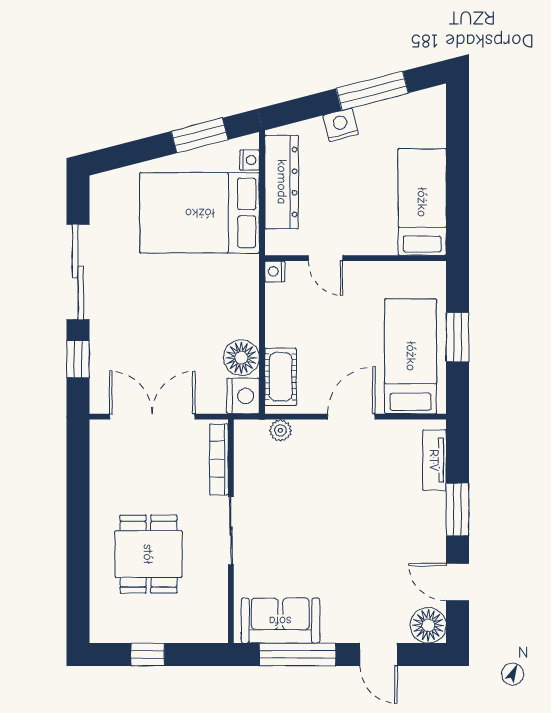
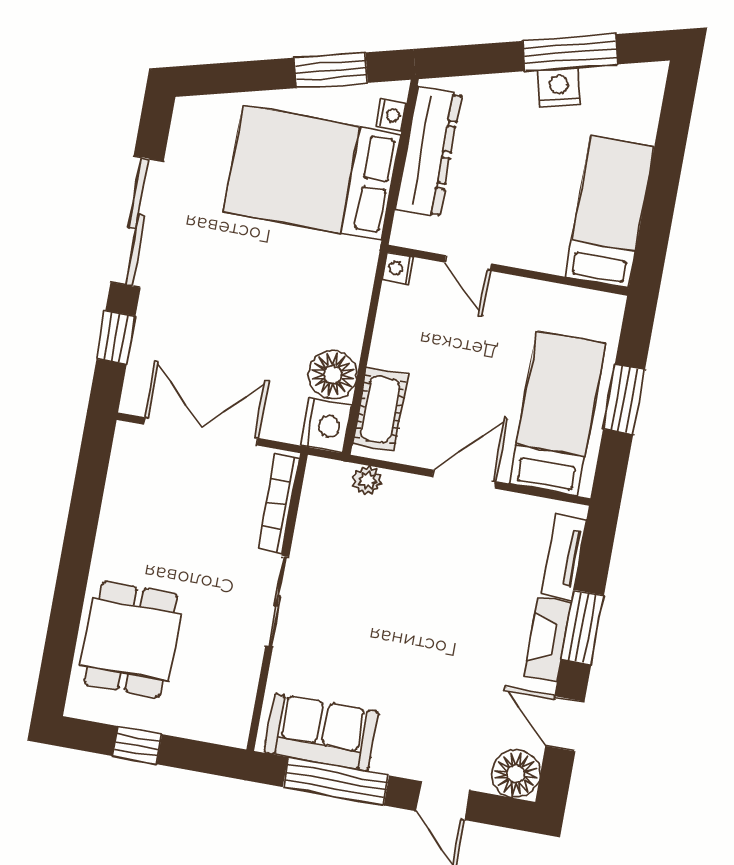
nightstand: (341, 125) -> (559, 87), moved
fireplace: (433, 523) -> (547, 639), added
dining table: (148, 554) -> (131, 639), moved

